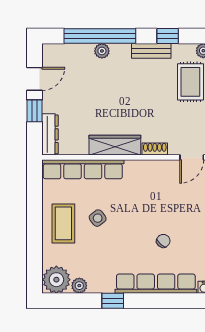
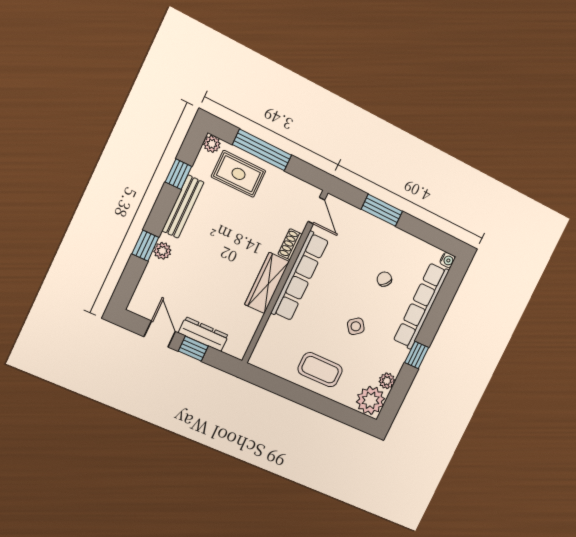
window: (100, 36) -> (145, 246), width x0.32
bench: (151, 51) -> (183, 207), width x1.36
dresser: (50, 134) -> (203, 334), moved
row of seats: (83, 169) -> (300, 276), moved
side table: (98, 218) -> (356, 326), moved

